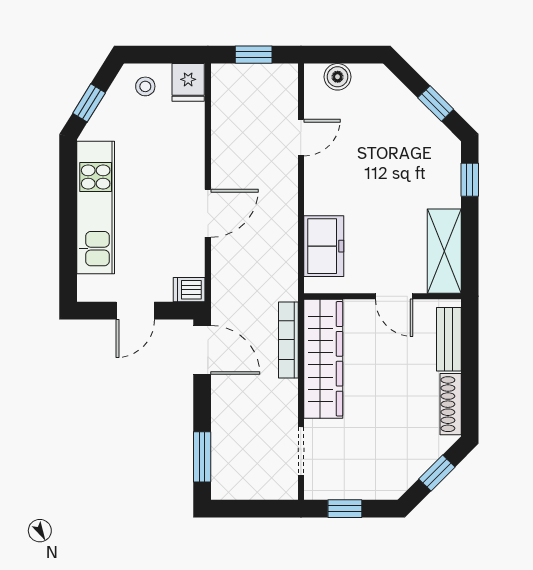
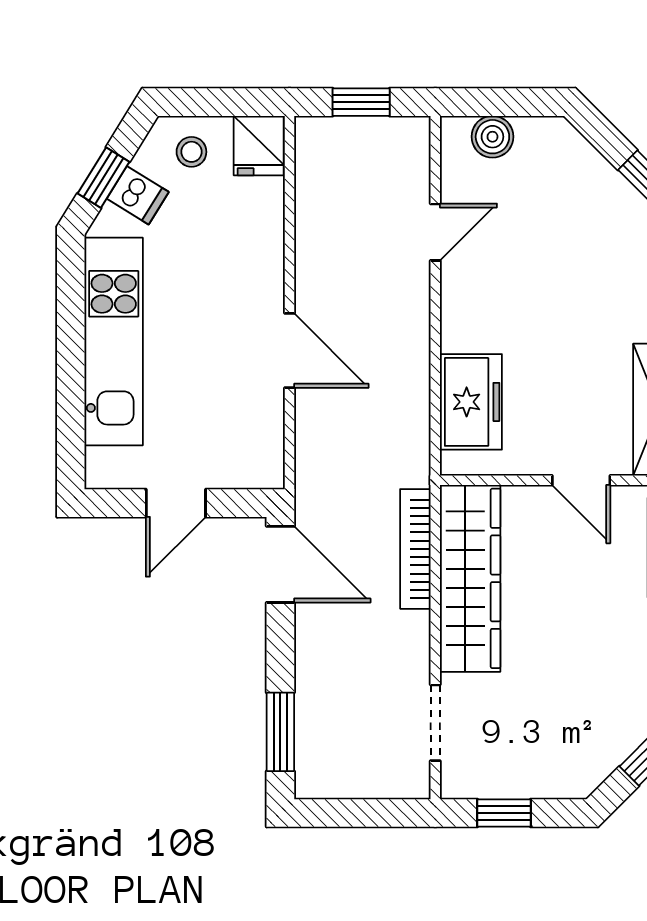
door: (208, 213) -> (289, 350), hinge flipped
dishwasher: (189, 290) -> (138, 195), moved, turned -148

